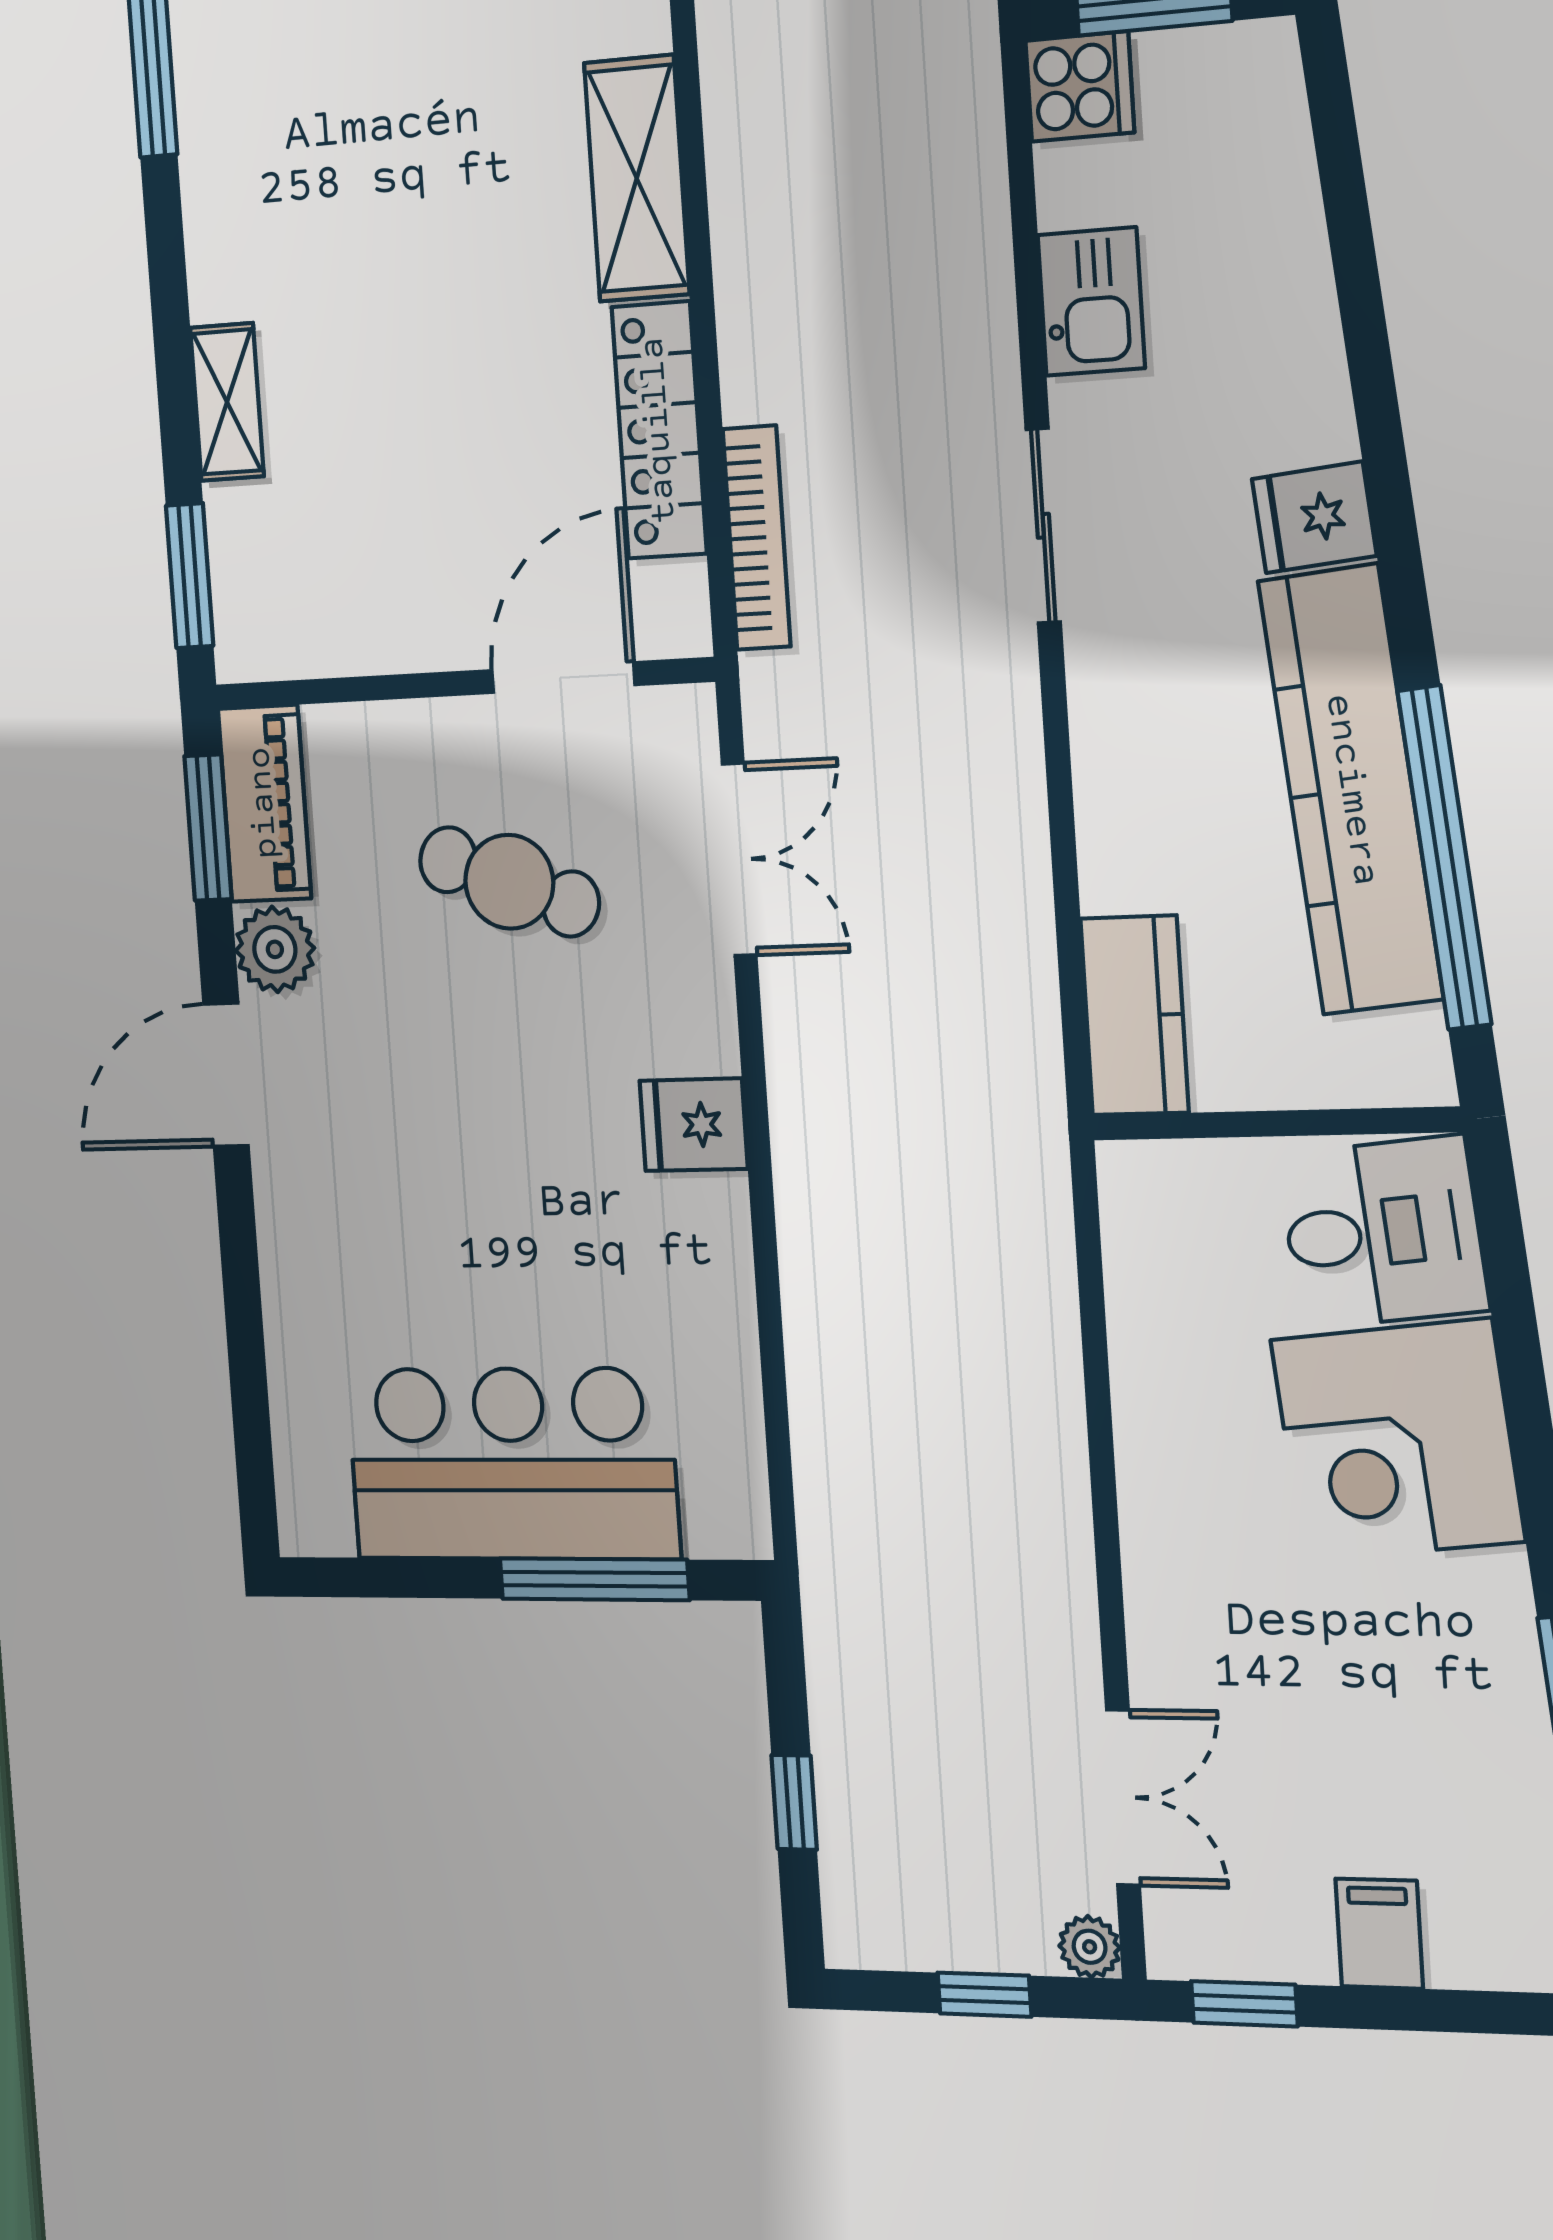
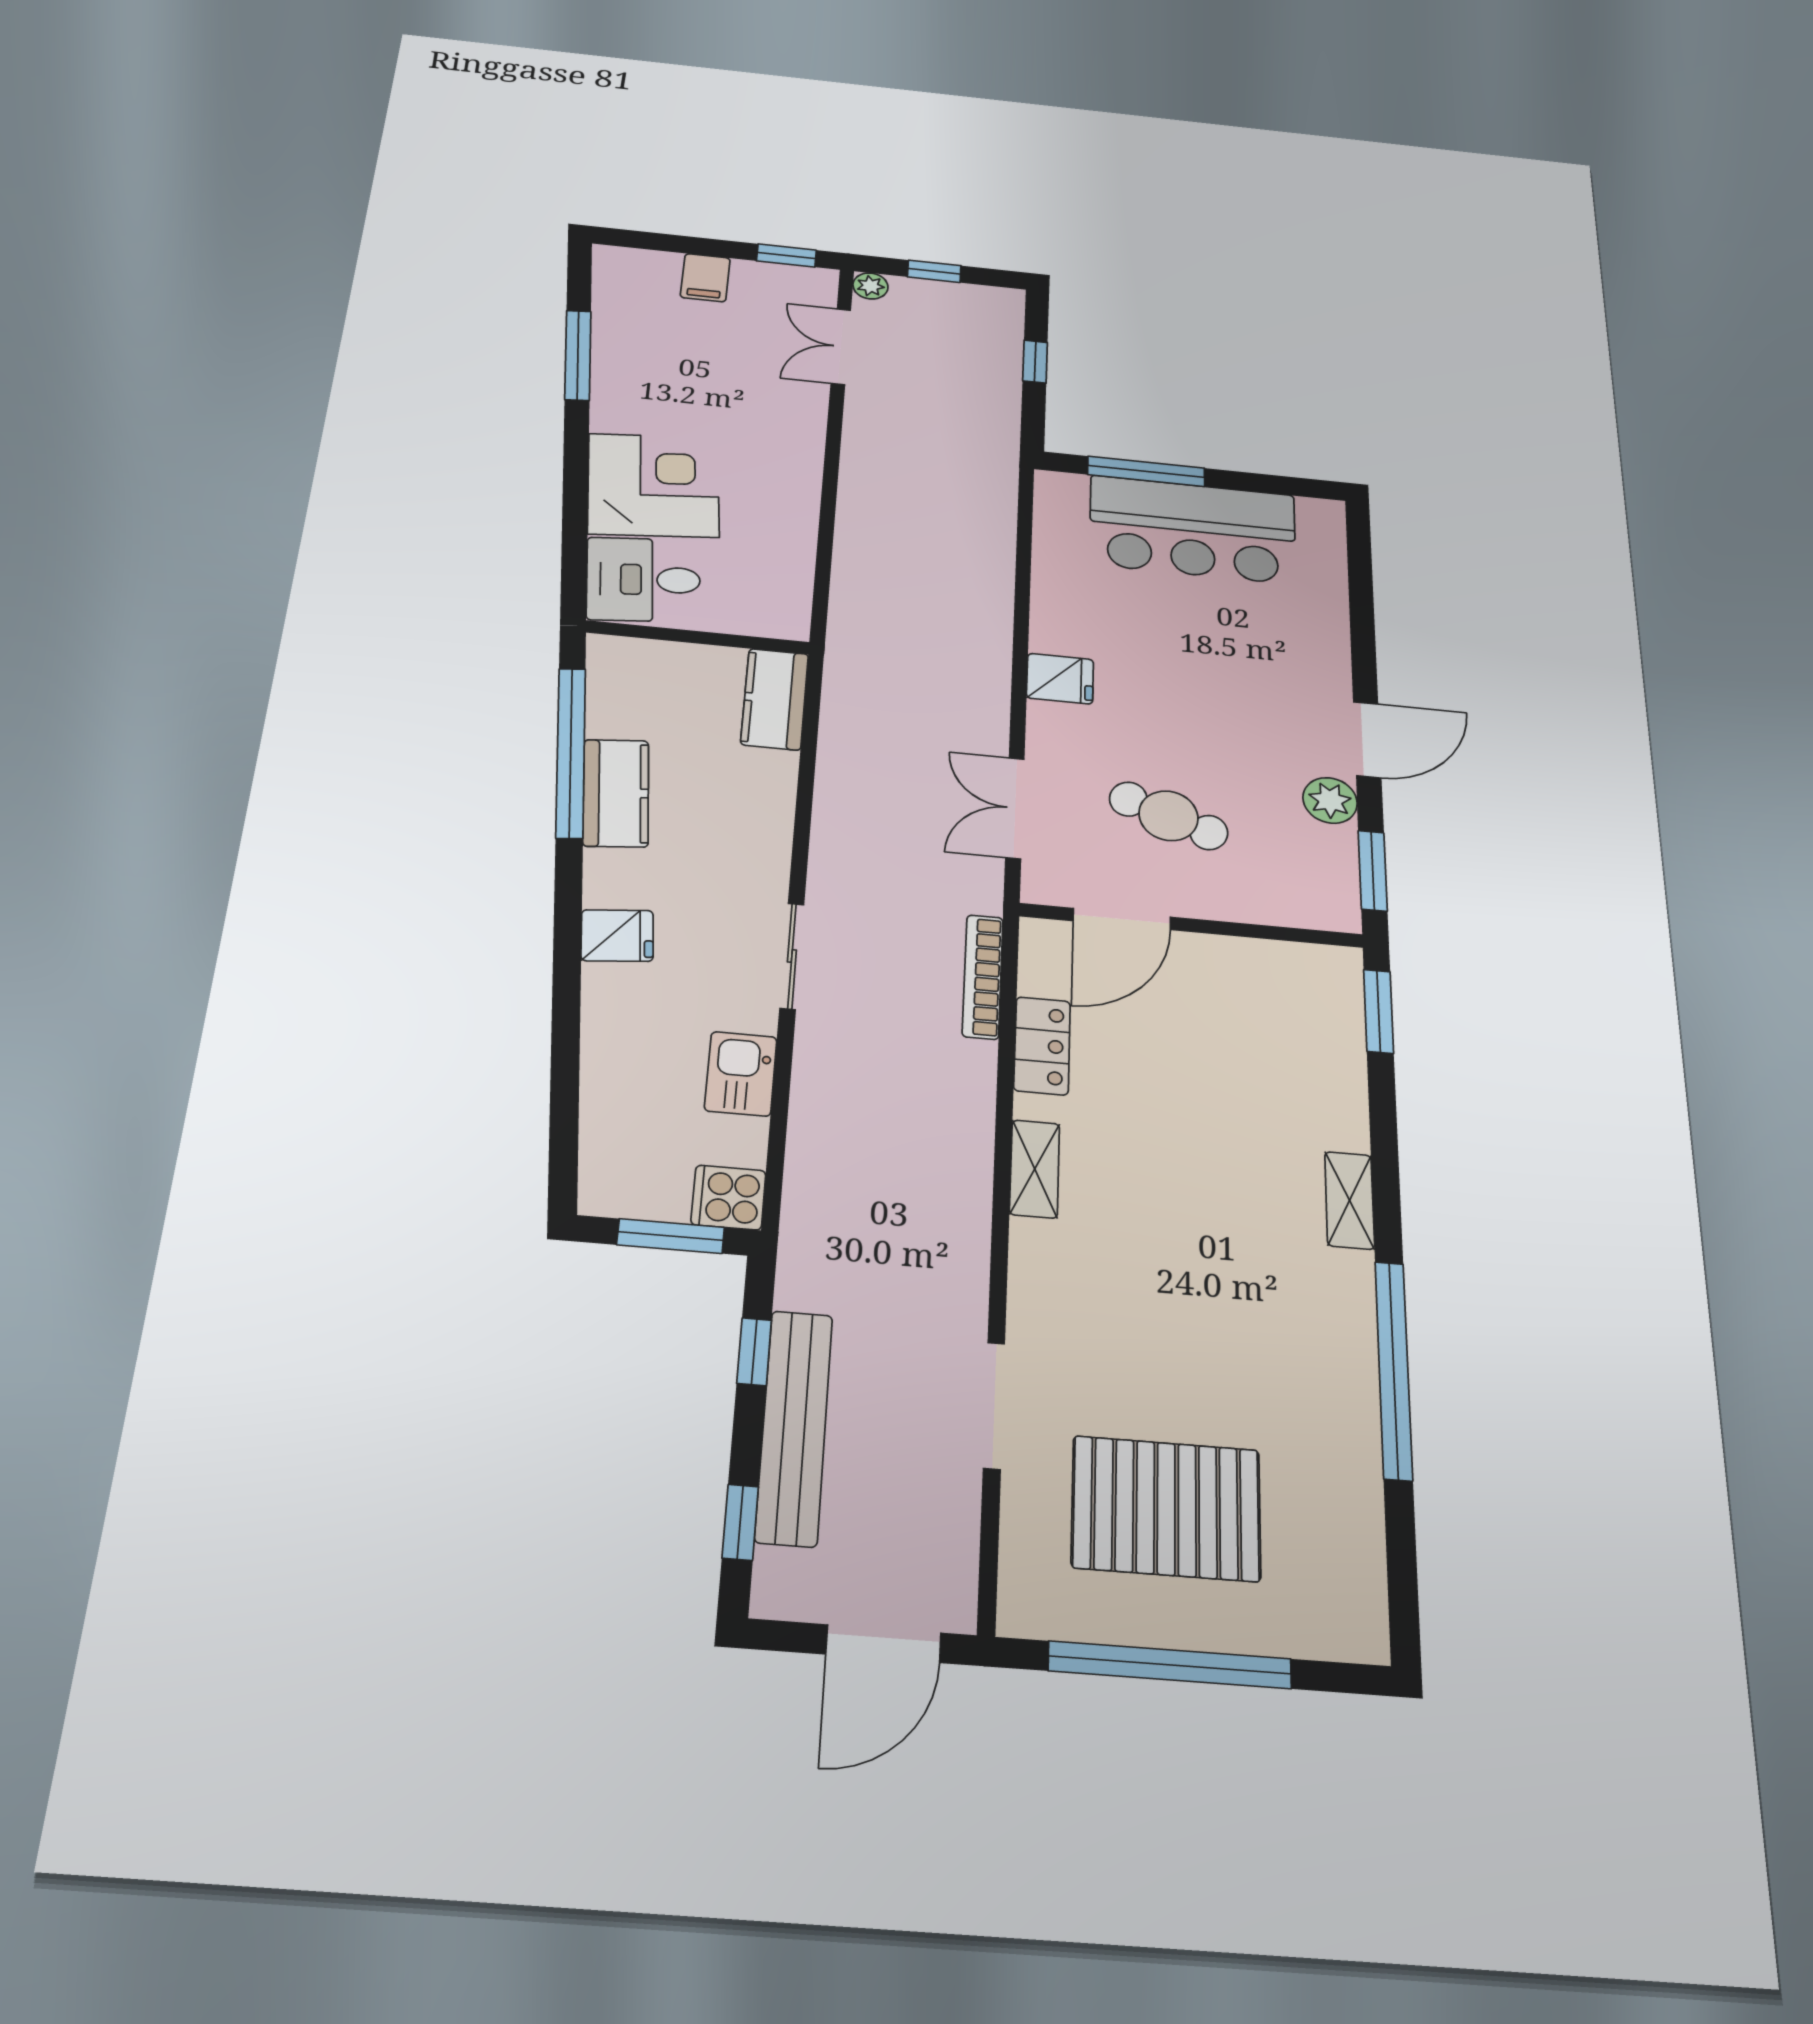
shelving: (637, 178) -> (1035, 1169), width x0.67, depth x0.75
shelving: (227, 402) -> (1350, 1200), moved
locker: (659, 430) -> (1042, 1046), width x0.66
kitchen counter: (1351, 790) -> (616, 793), width x0.48, depth x0.86
piano: (264, 803) -> (1333, 879), removed

